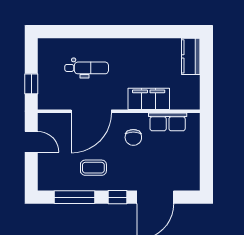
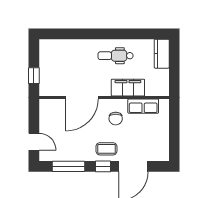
dental chair: (87, 68) -> (116, 56), moved, turned 180
door: (31, 142) -> (34, 142), moved
coffee table: (93, 168) -> (106, 149), moved

